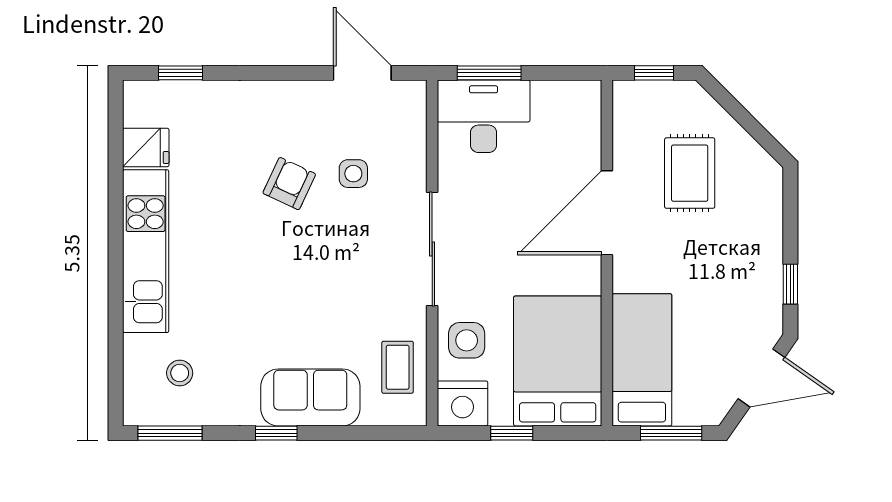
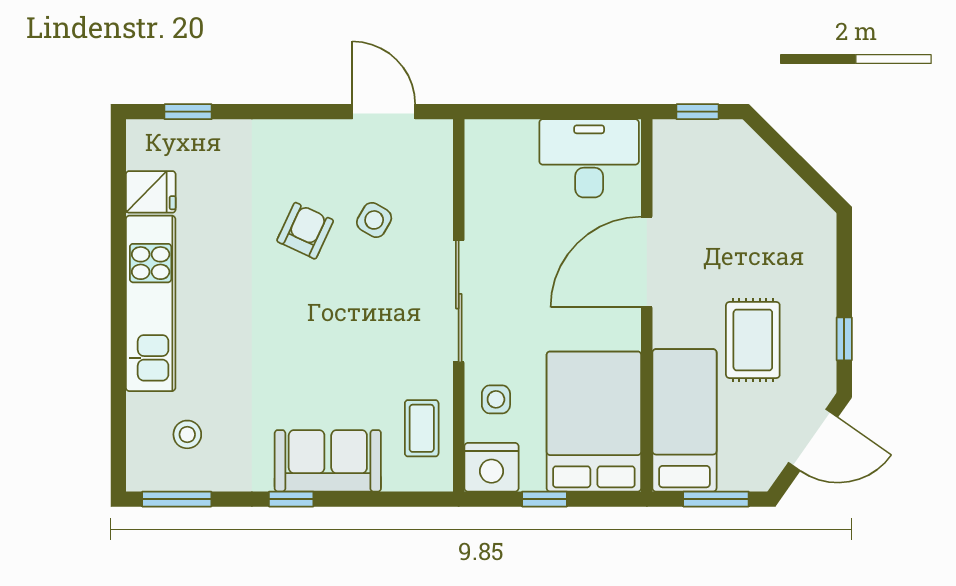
window: (489, 73) -> (520, 112), removed
desk: (484, 116) -> (589, 158), moved
rug: (690, 173) -> (753, 340), moved
side table: (353, 174) -> (374, 220), turned 30
side table: (467, 340) -> (496, 399), width x0.73, depth x0.73

